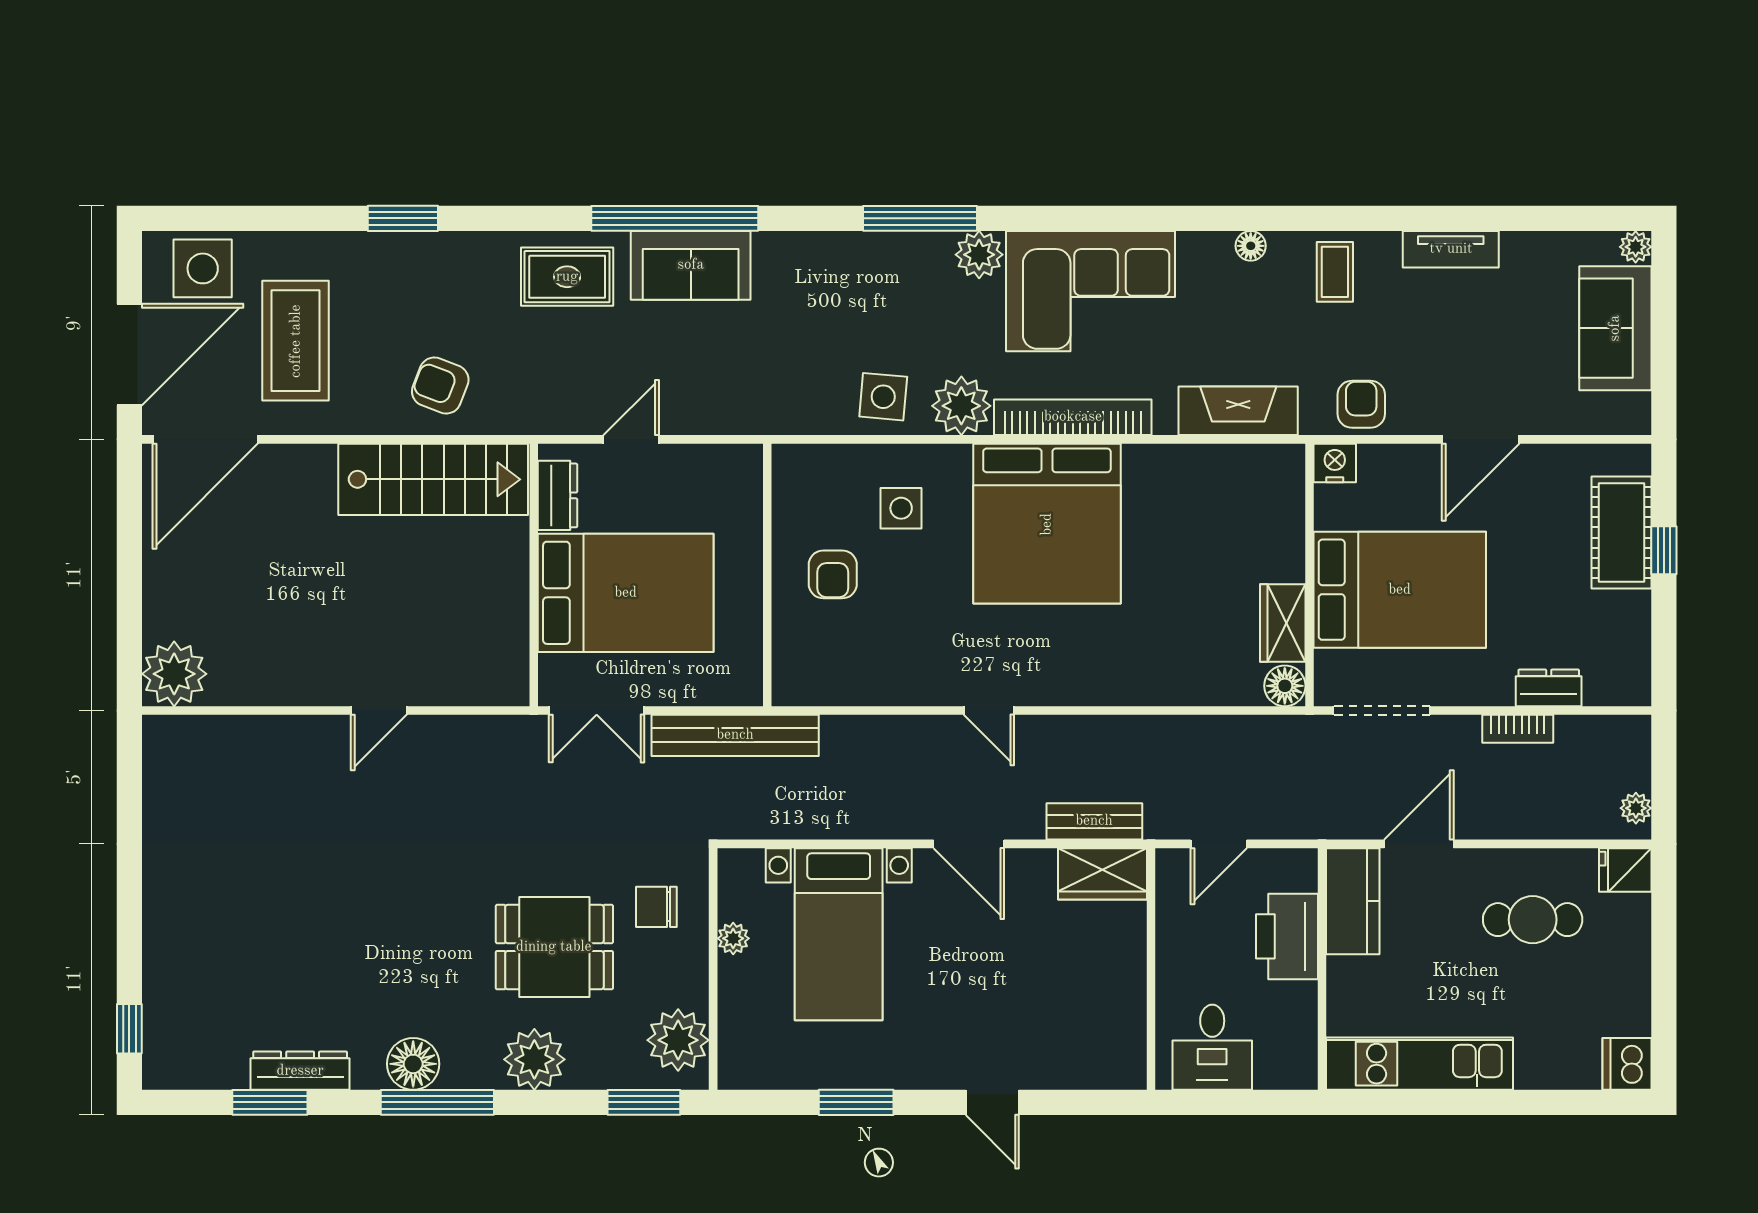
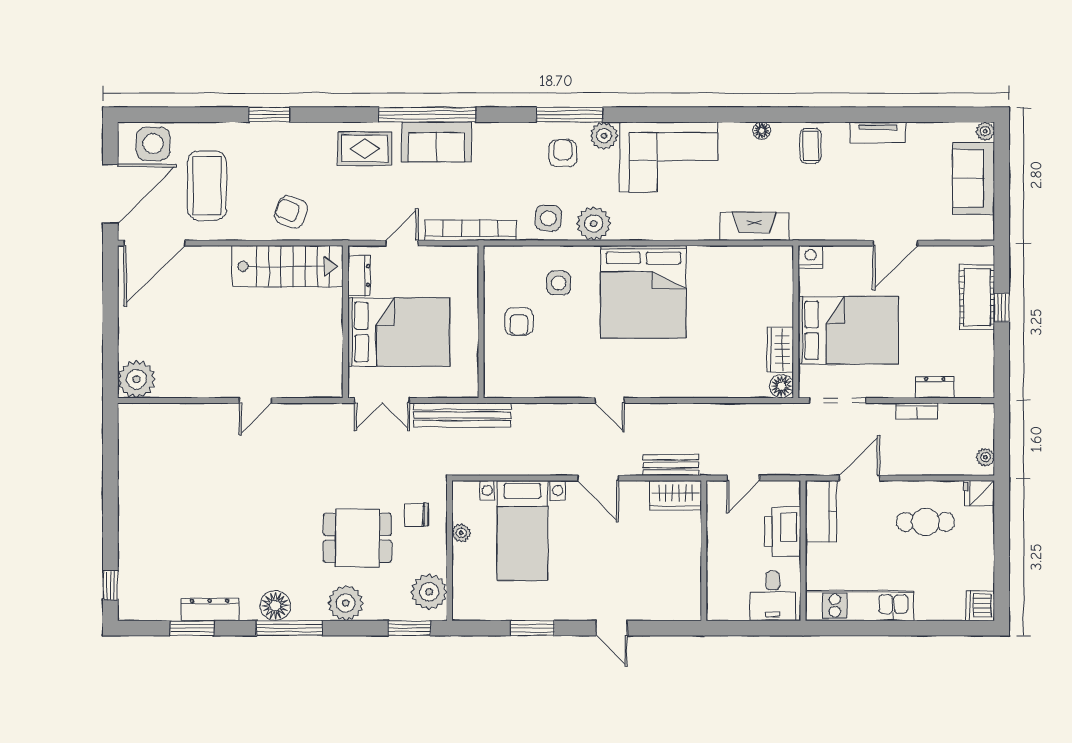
armchair: (1361, 404) -> (563, 153), moved
bookcase: (1073, 417) -> (471, 230), moved
desk: (1212, 1047) -> (773, 596), moved

